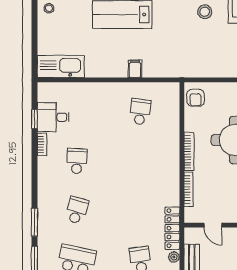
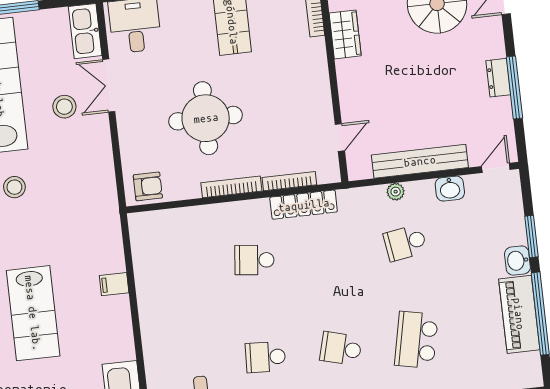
school desk: (140, 112) -> (254, 260), moved
locker: (172, 228) -> (304, 205), moved

